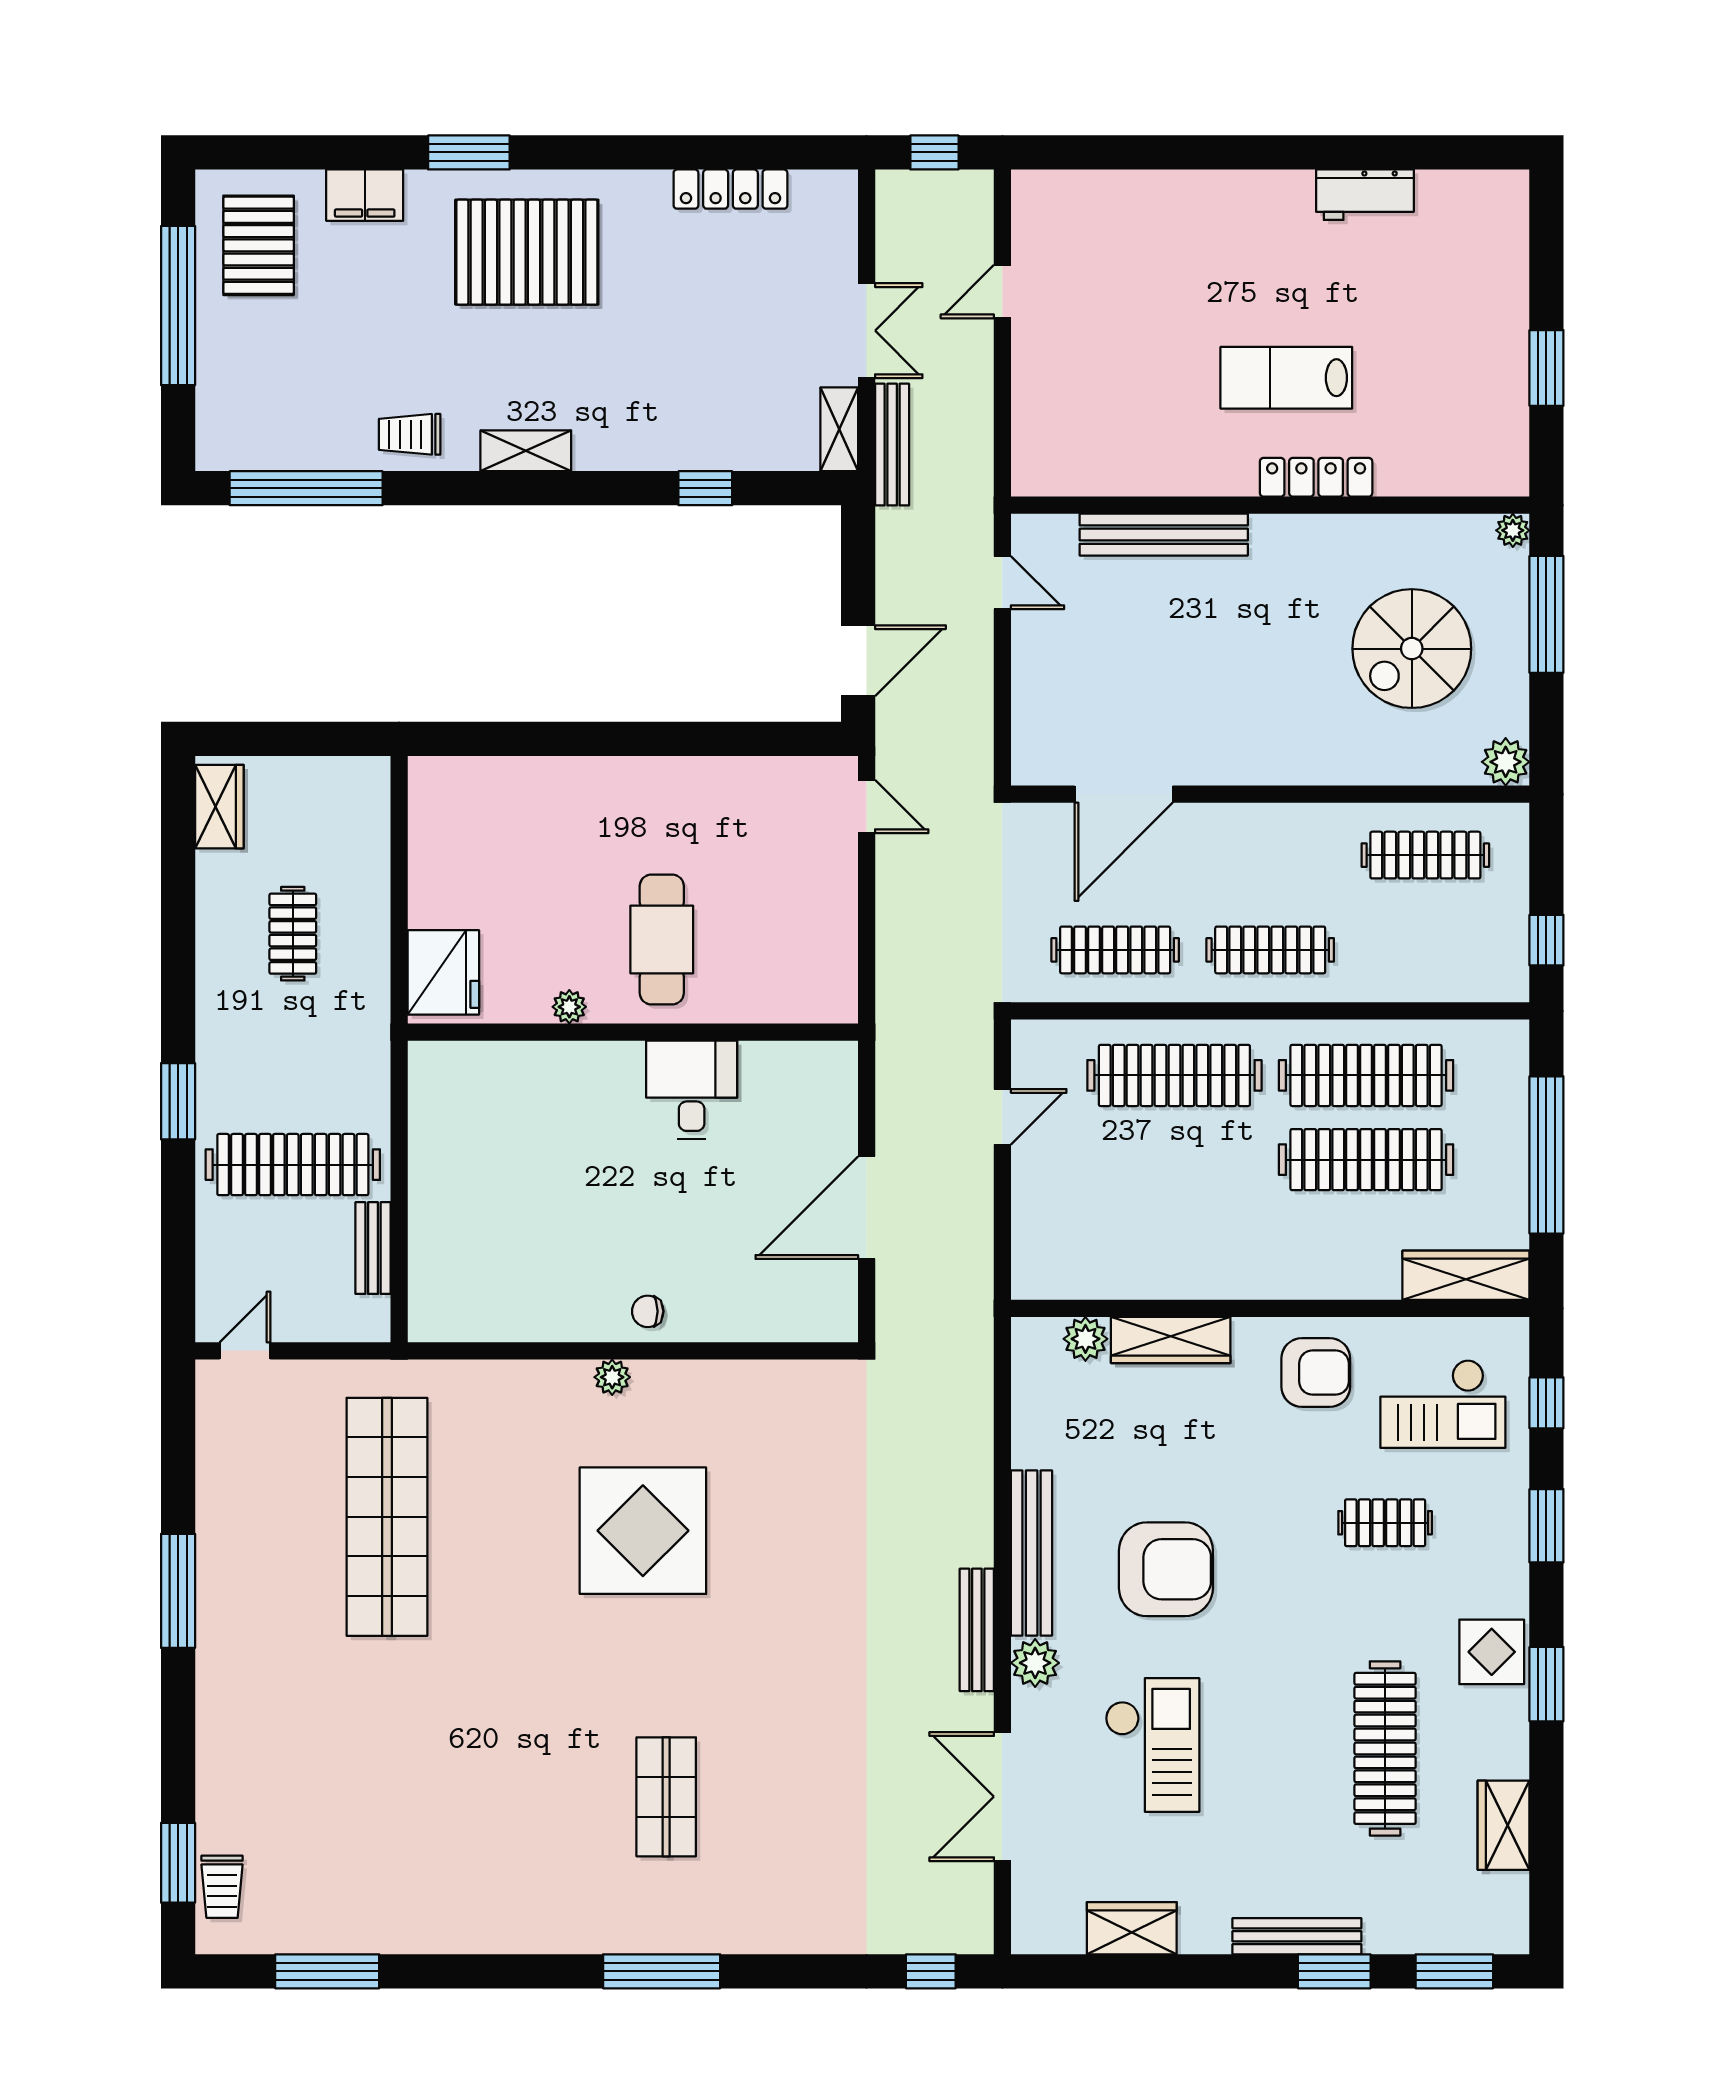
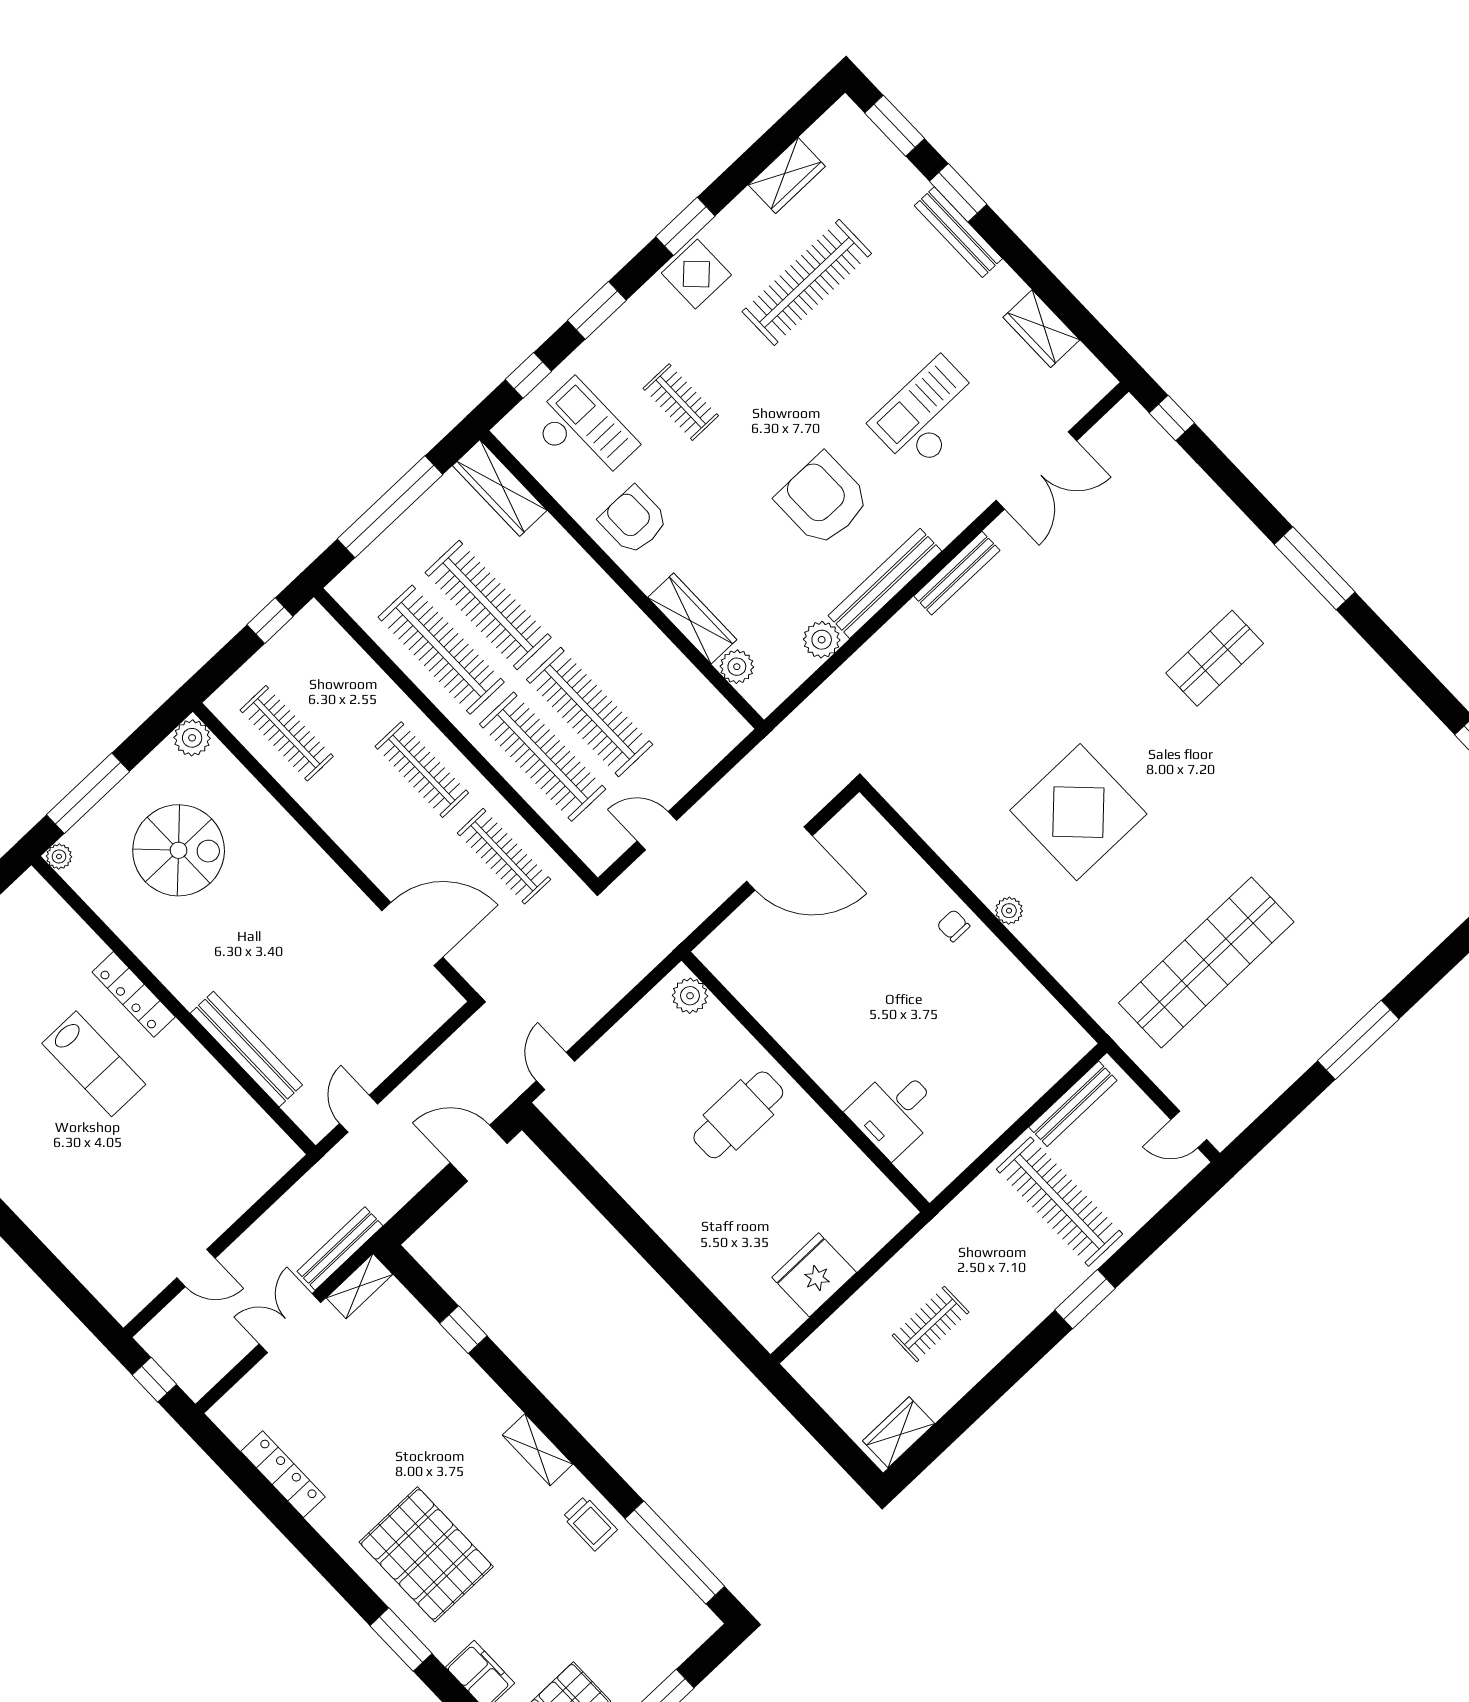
fridge: (443, 972) -> (814, 1275), moved
plant: (569, 1007) -> (690, 996), moved, width x1.38, depth x1.38
desk: (692, 1090) -> (895, 1112), moved
clothes rail: (1174, 1160) -> (590, 712), added
bench: (373, 1248) -> (1073, 1104), width x1.36
chair: (648, 1311) -> (953, 926), turned 180
plant: (1035, 1663) -> (822, 640), moved

